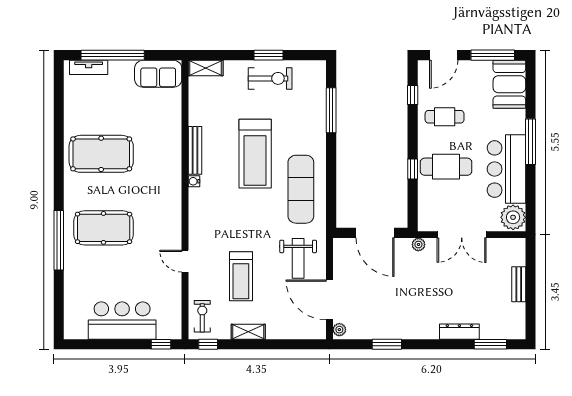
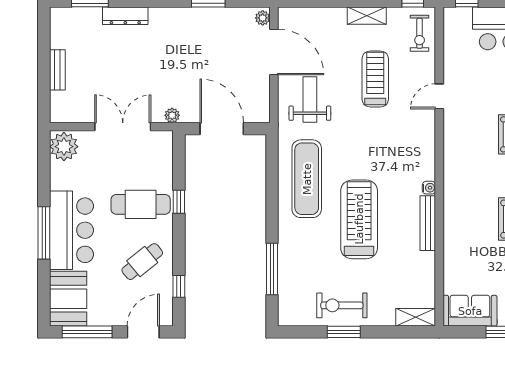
cafe table: (445, 117) -> (142, 262), turned -39
bar counter: (506, 169) -> (72, 230), moved
door: (185, 261) -> (439, 96), swing flipped

